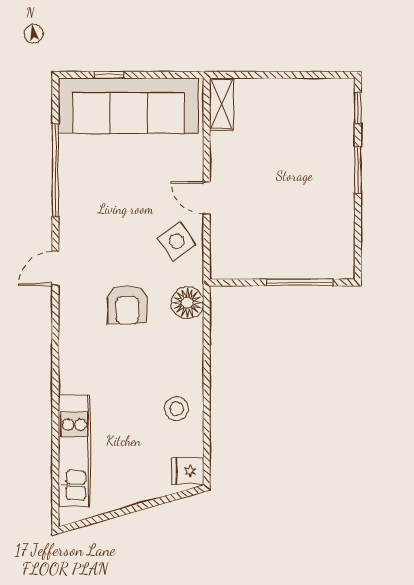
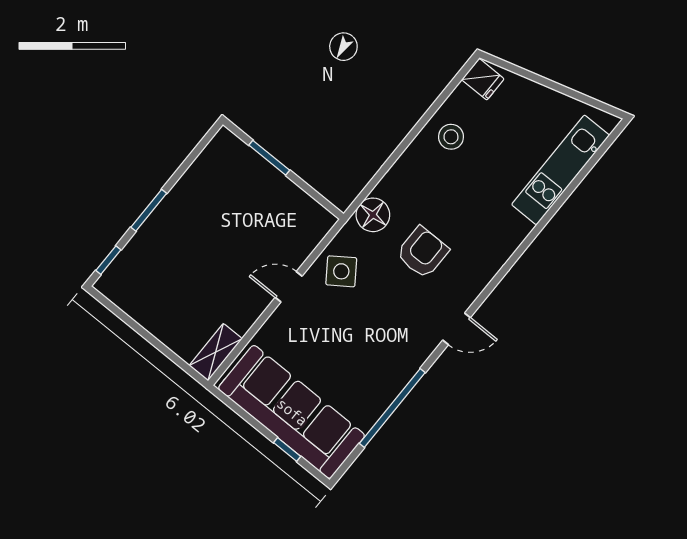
door: (207, 198) -> (289, 287), swing flipped
window: (300, 282) -> (269, 158), width x0.69

